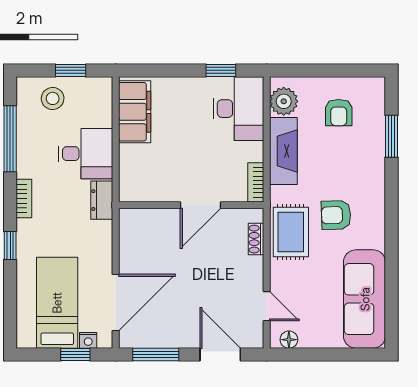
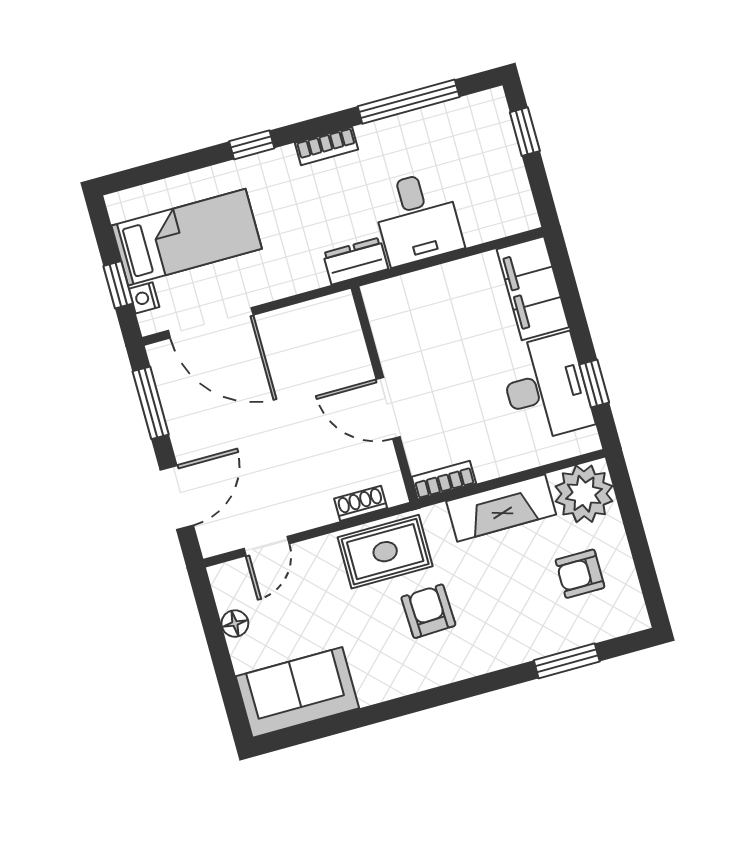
window: (71, 70) -> (525, 132), moved
stool: (53, 98) -> (485, 148), removed
plant: (284, 101) -> (584, 494), width x1.36, depth x1.36
desk: (239, 109) -> (546, 387), moved, turned -90
filing cabinet: (135, 112) -> (533, 288), moved, turned 90
sofa: (365, 299) -> (297, 692), width x0.73
floor lamp: (289, 340) -> (235, 624), moved

